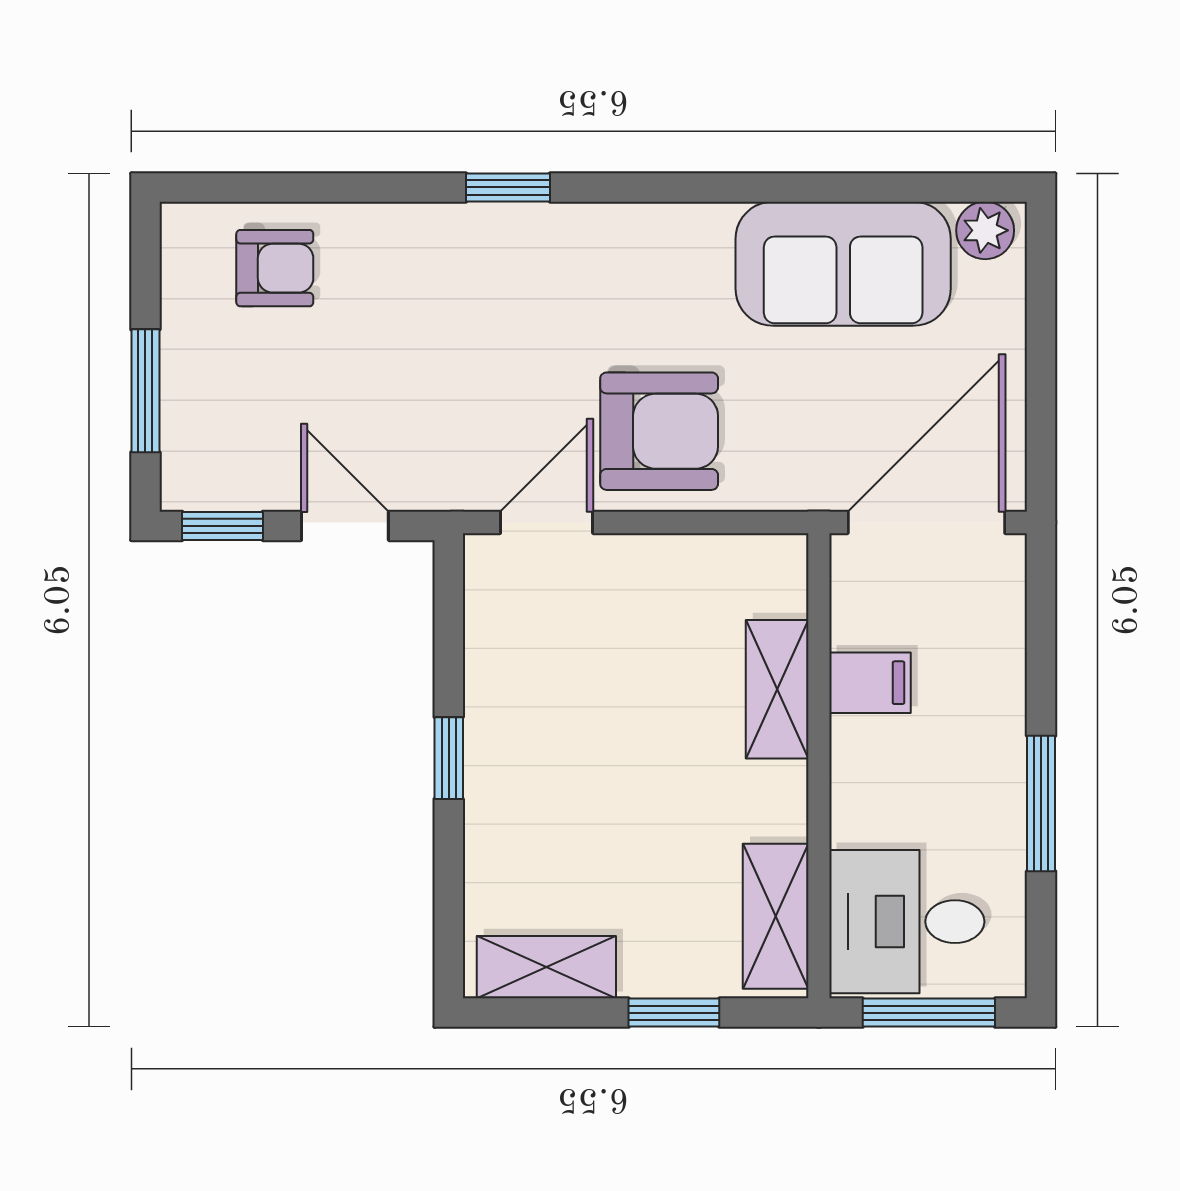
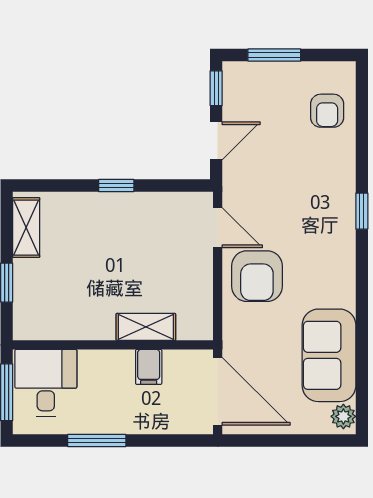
shelving: (776, 916) -> (48, 326), removed

